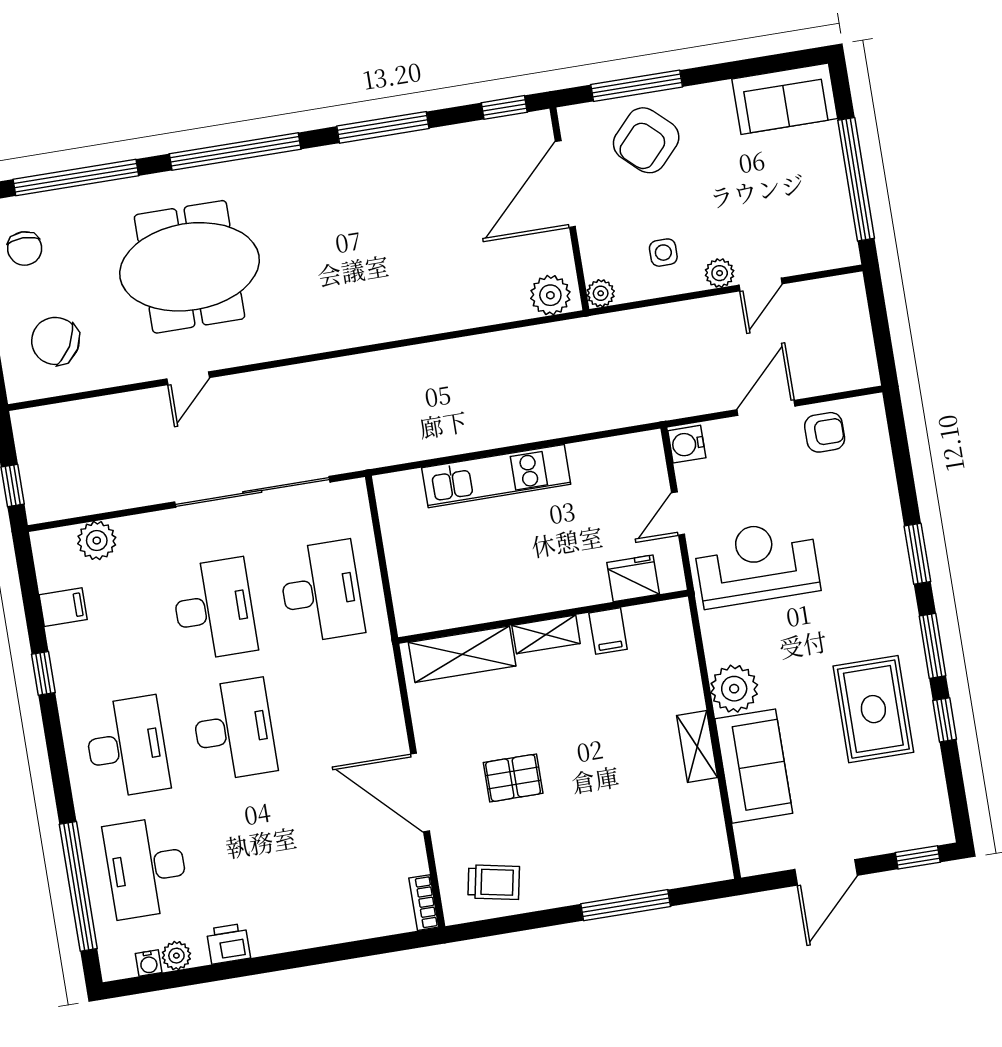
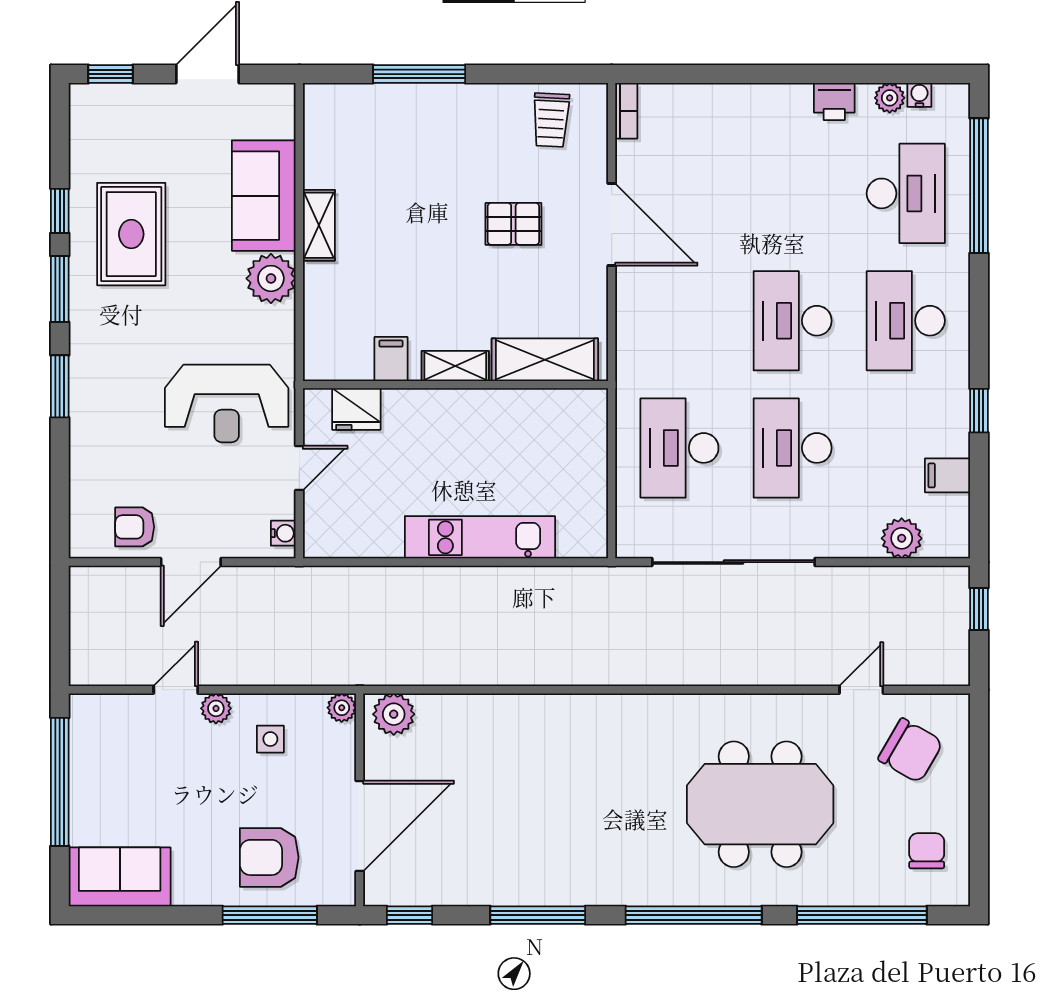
armchair: (646, 140) -> (269, 857), turned -133
door: (188, 378) -> (861, 690), moved
water cooler: (687, 444) -> (283, 533), width x0.72, depth x0.72
trolley: (494, 882) -> (551, 120), turned -98

